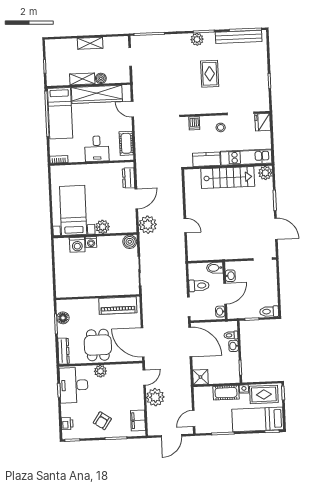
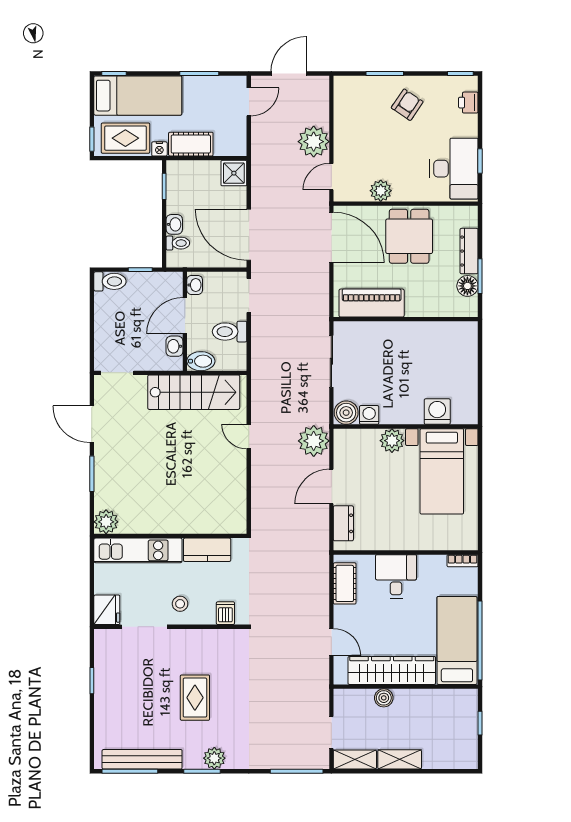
shelving: (82, 79) -> (355, 760), moved
stairs: (228, 178) -> (194, 392), moved, turned 180
washing machine: (91, 242) -> (369, 415), moved
dresser: (64, 351) -> (469, 251), moved
plant: (100, 371) -> (381, 191), moved
filing cabinet: (138, 420) -> (345, 103), removed

